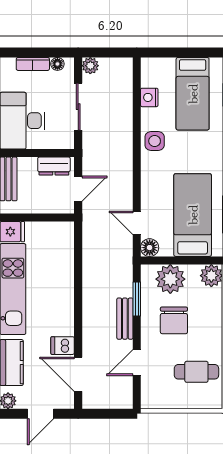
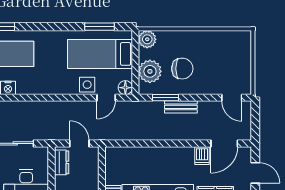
side table: (155, 141) -> (87, 85), moved
door: (137, 363) -> (232, 98), moved
cafe table: (196, 372) -> (222, 51), removed

